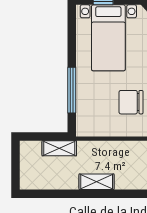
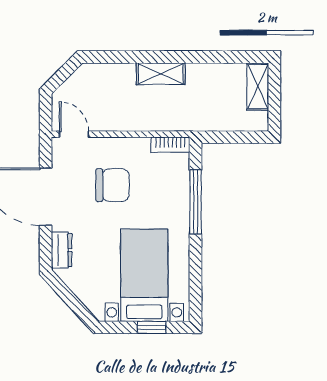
bookcase: (90, 131) -> (170, 145), added
shelving: (59, 148) -> (258, 87), moved, turned 90

